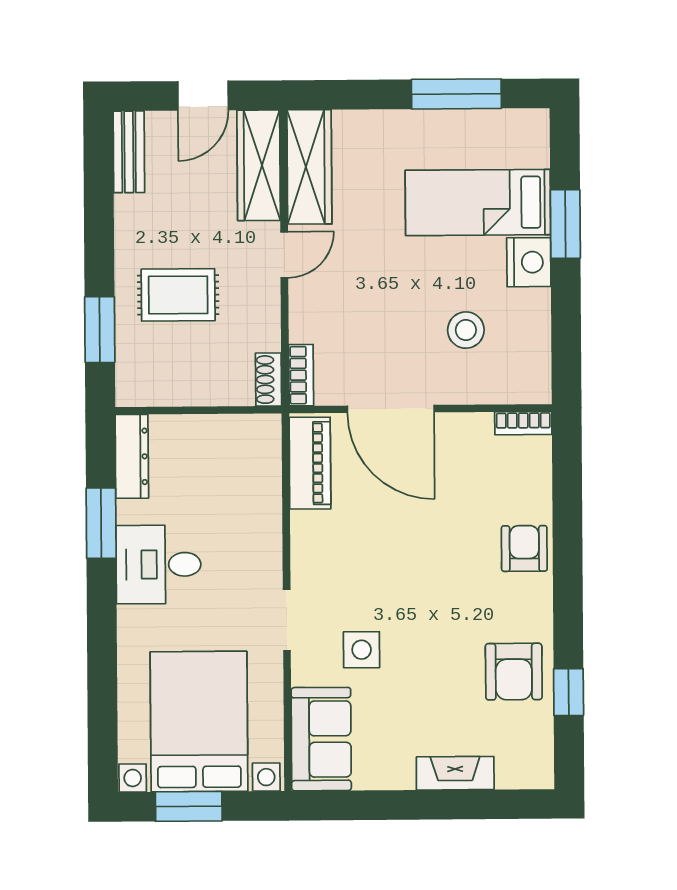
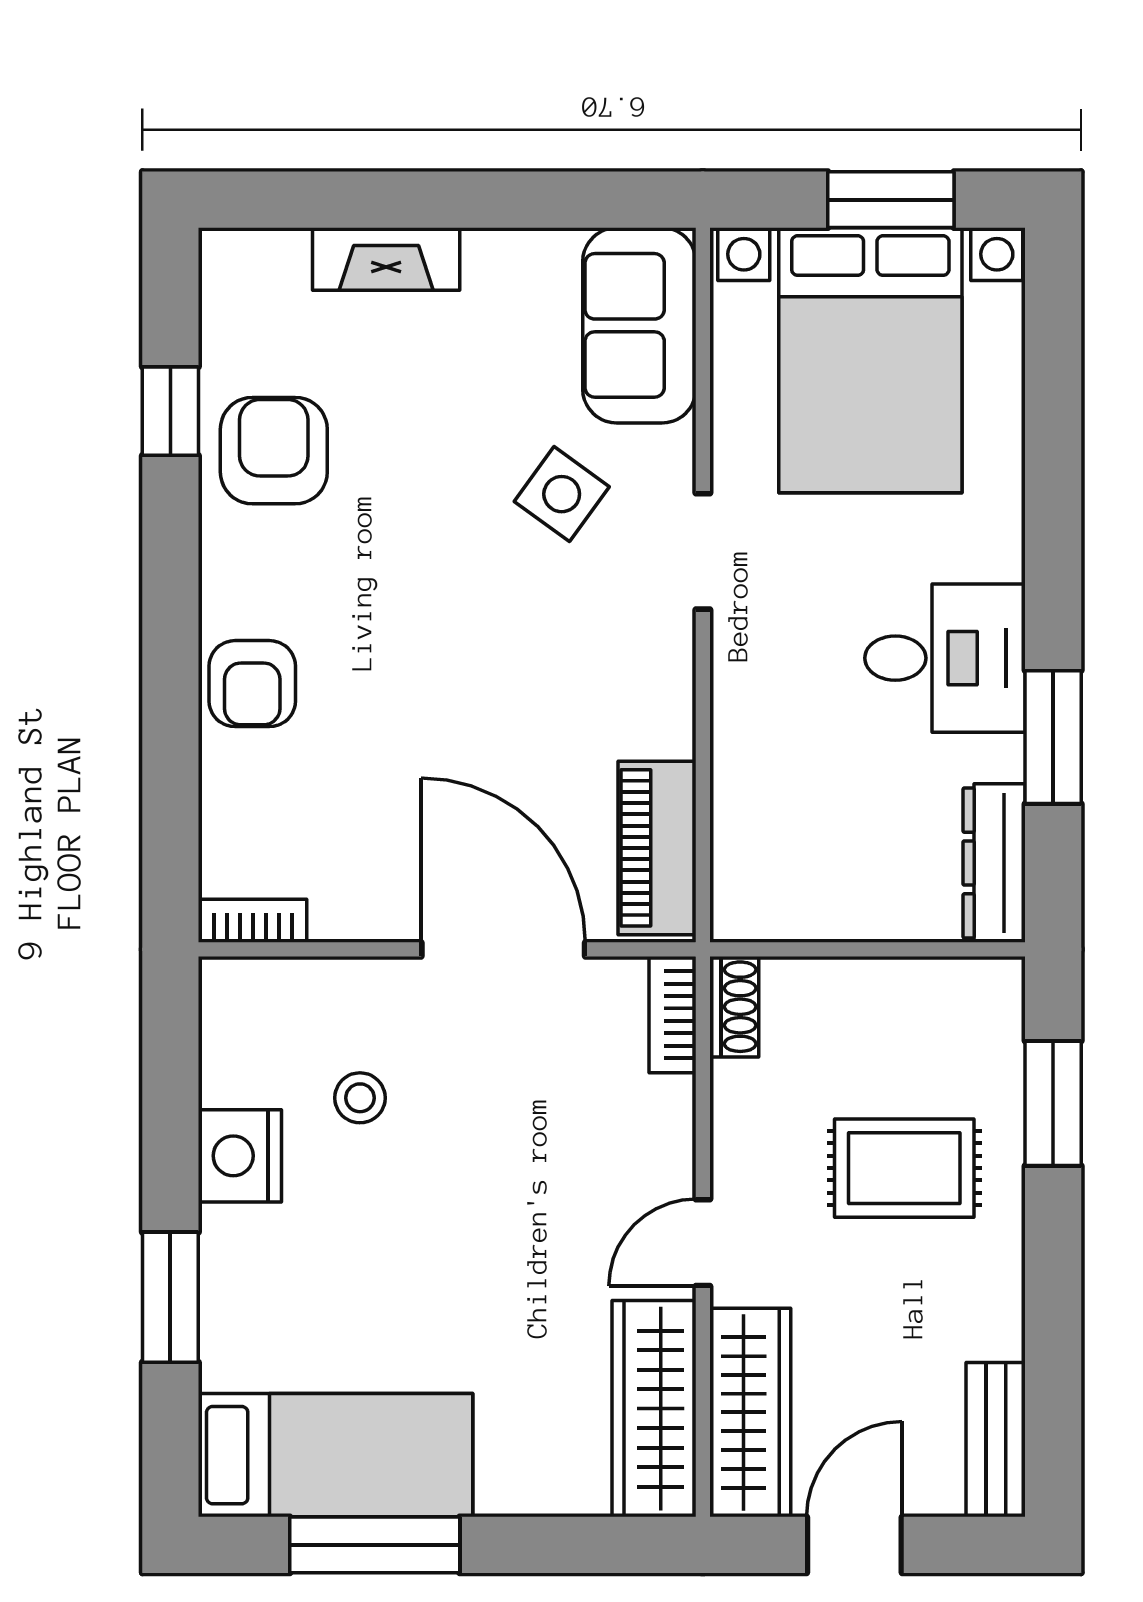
bed: (478, 202) -> (336, 1455), moved
nightstand: (529, 262) -> (240, 1156), moved
stool: (466, 330) -> (360, 1098), width x0.73, depth x0.73
side table: (362, 650) -> (562, 494), turned 36

